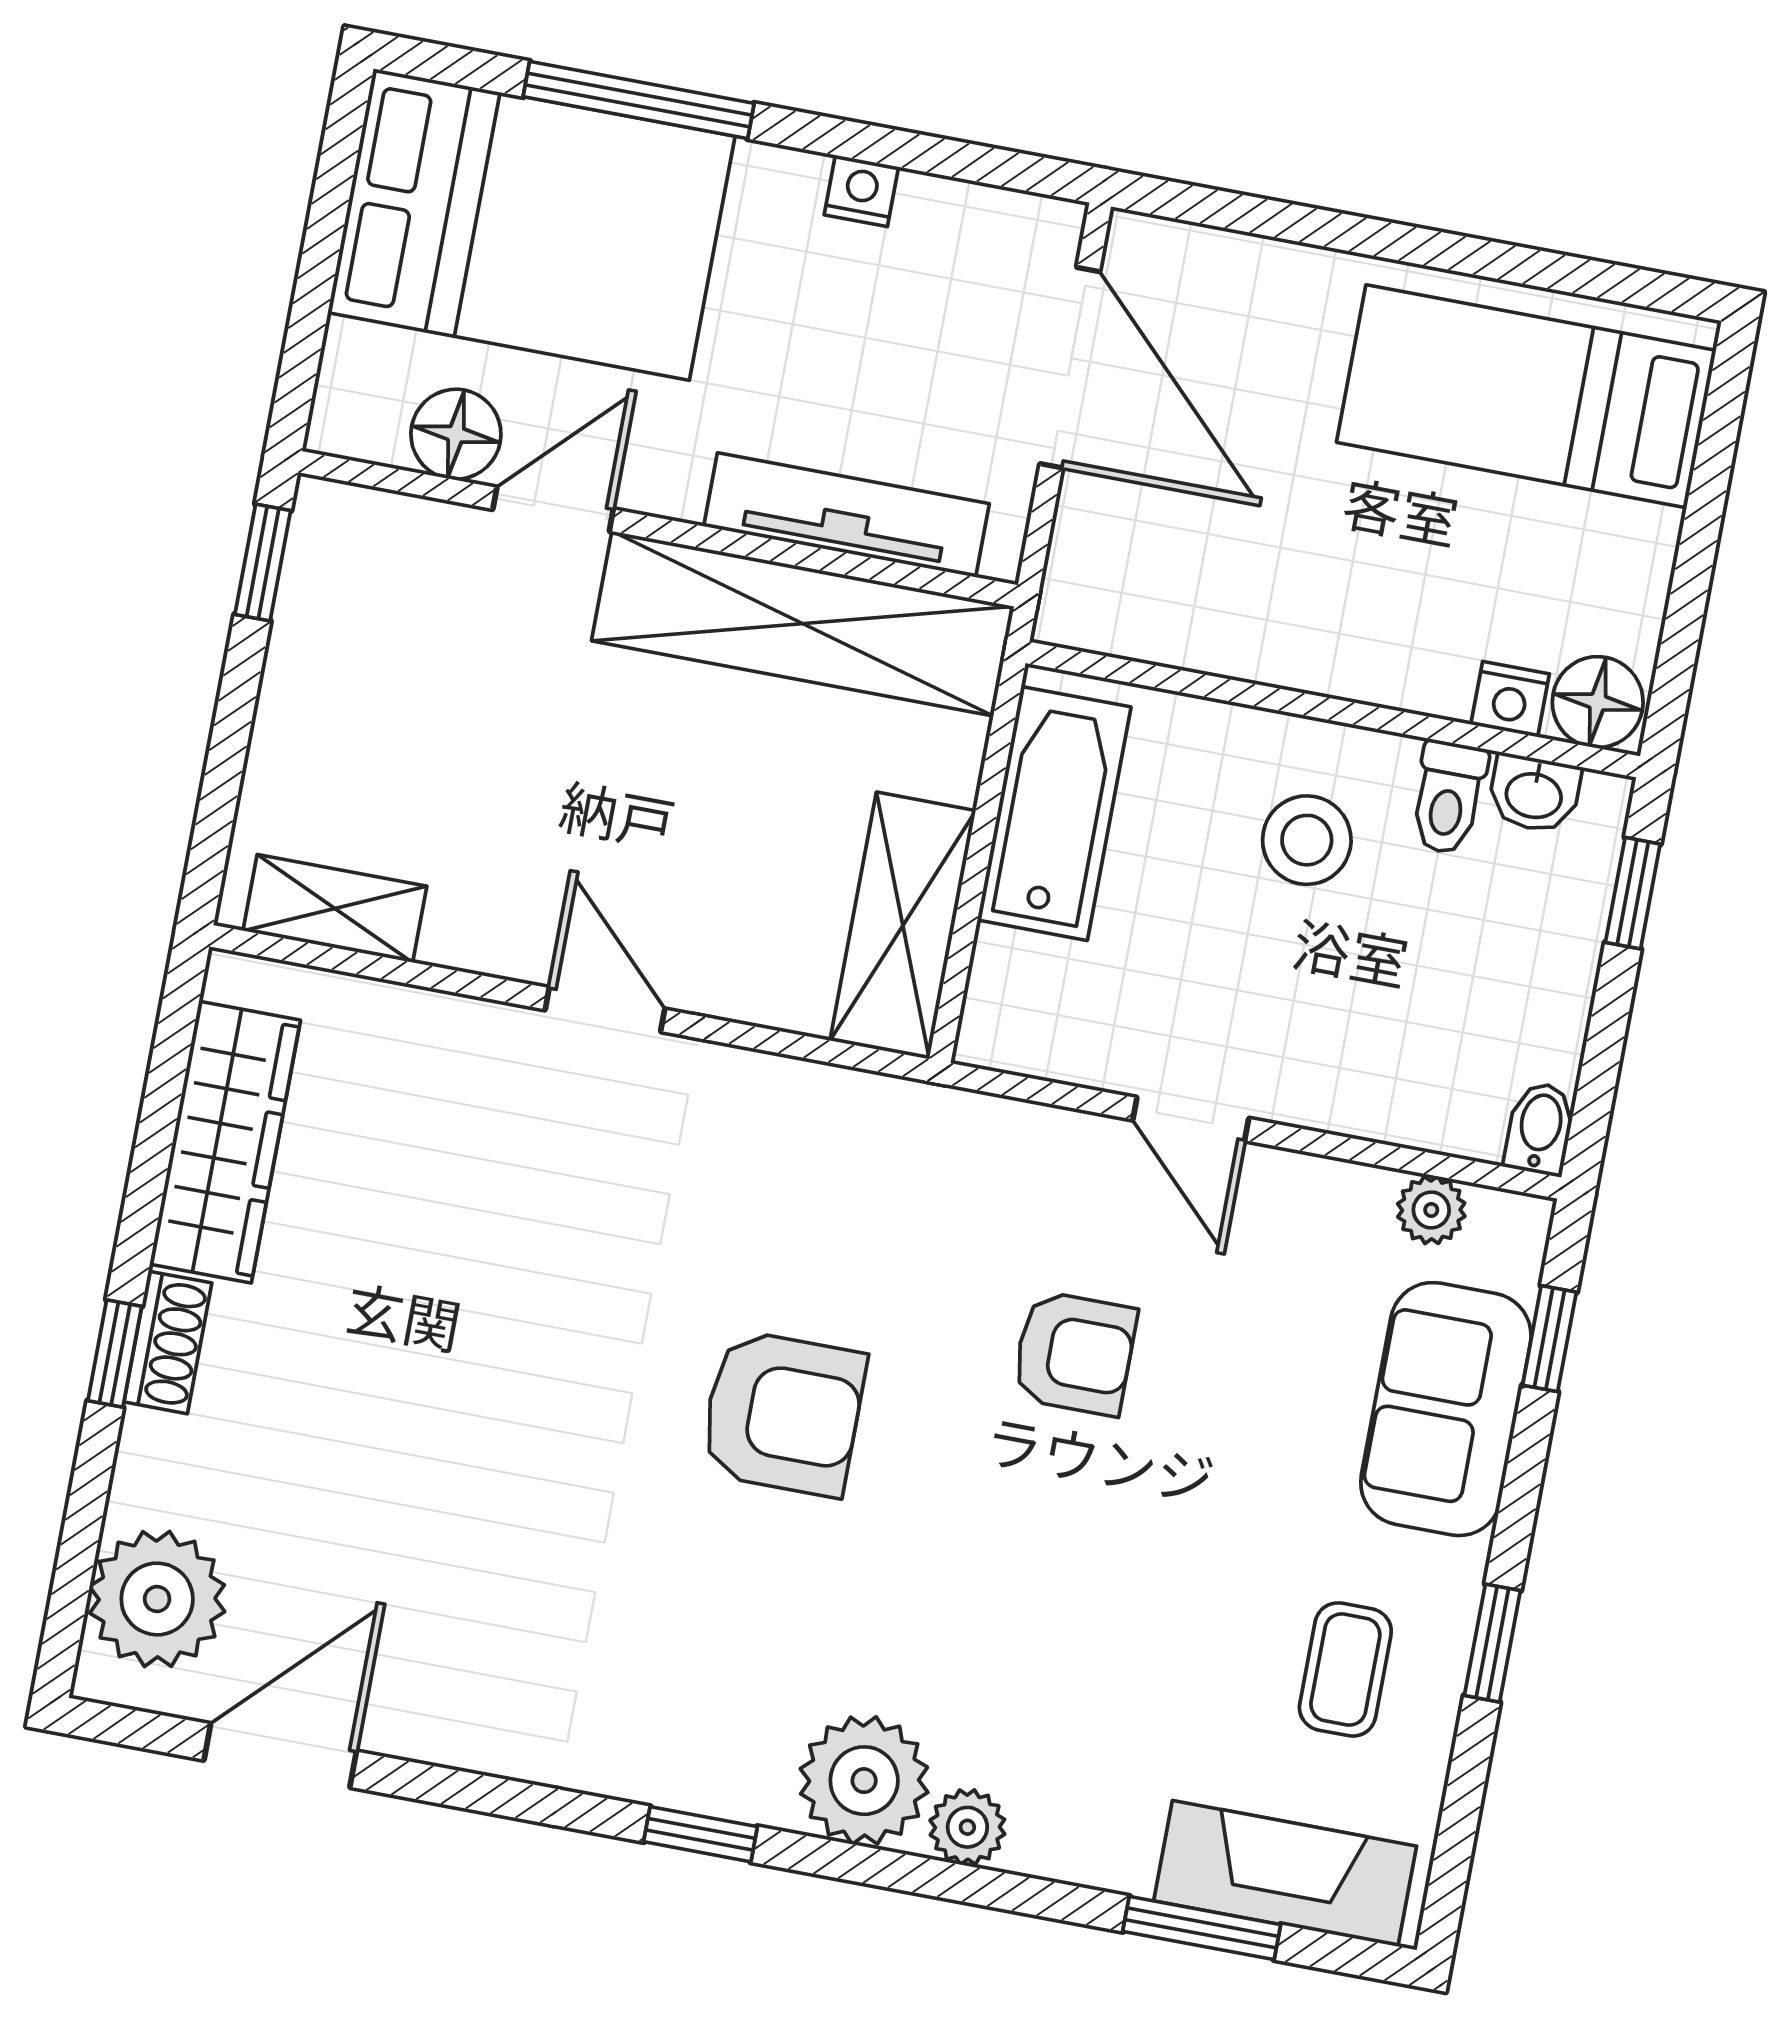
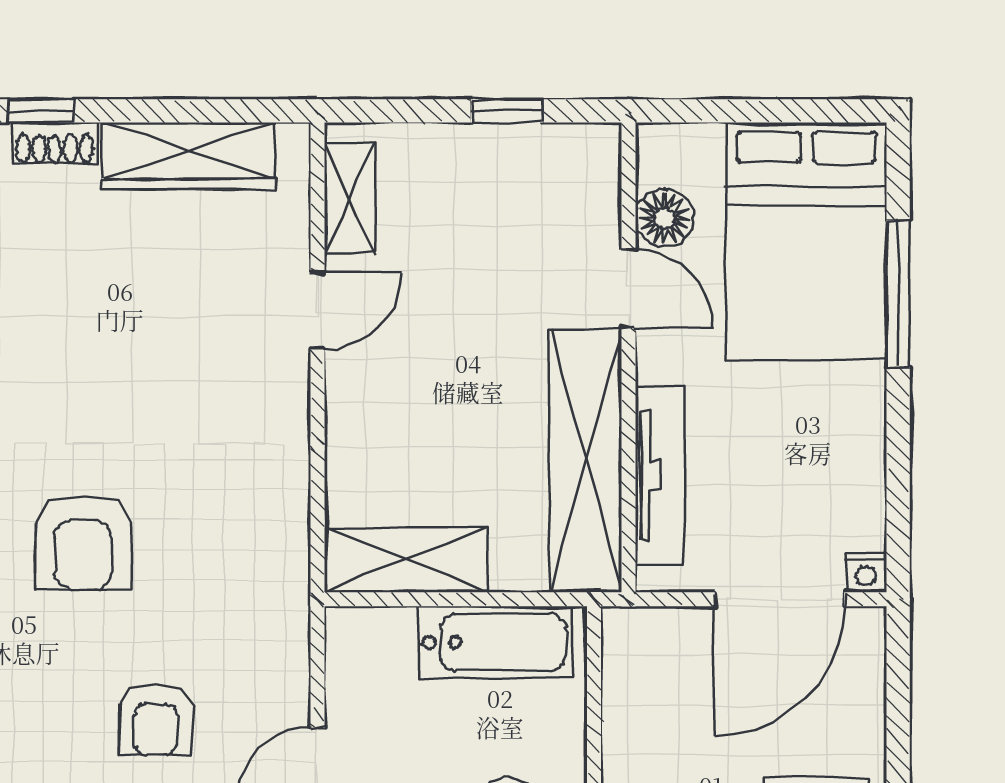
nightstand: (861, 191) -> (866, 573), moved, turned 90
window: (263, 563) -> (507, 111), moved
door: (605, 1009) -> (318, 311), moved

